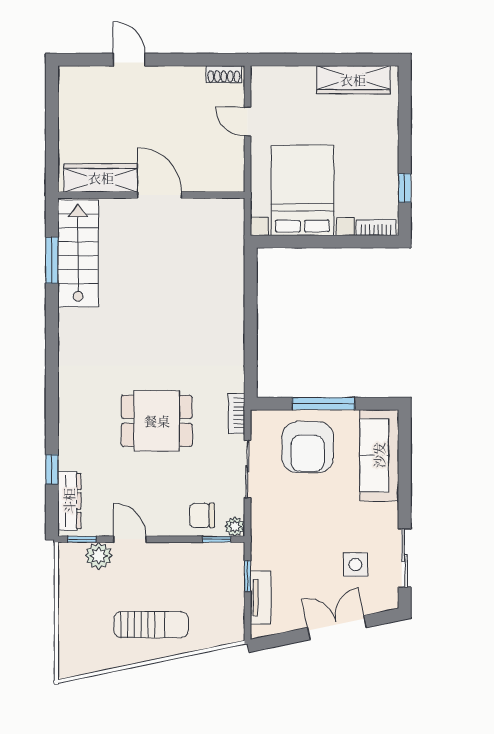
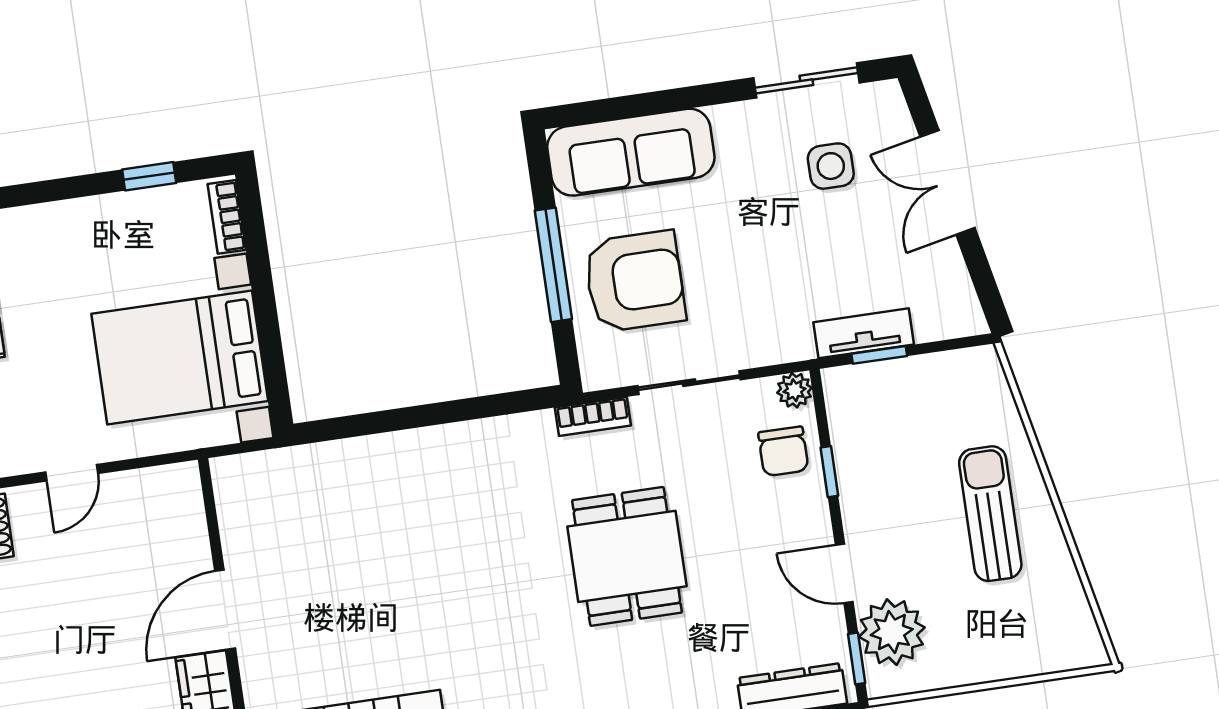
door: (130, 539) -> (844, 573), hinge flipped
window: (217, 539) -> (829, 472), moved
plant: (99, 556) -> (892, 632), width x1.36, depth x1.36
tv unit: (261, 598) -> (864, 333), moved

